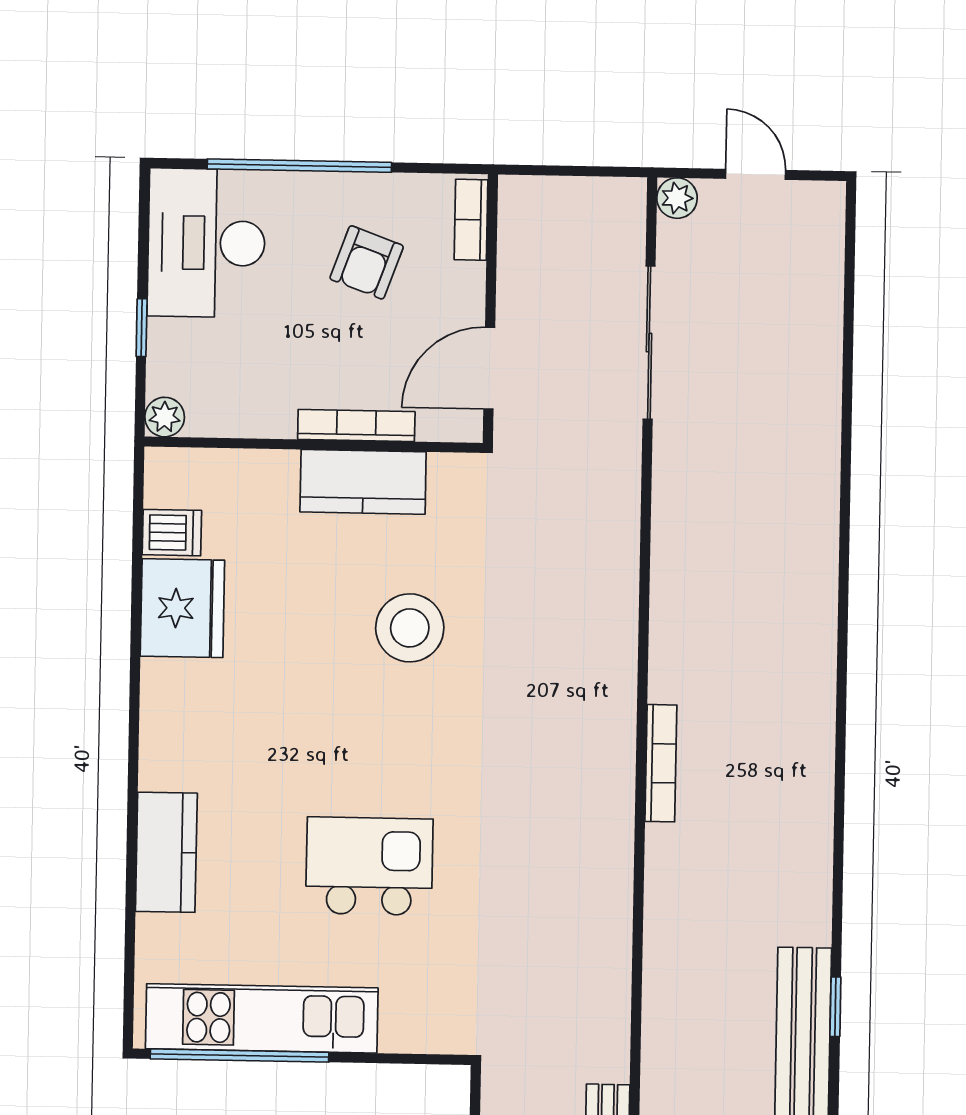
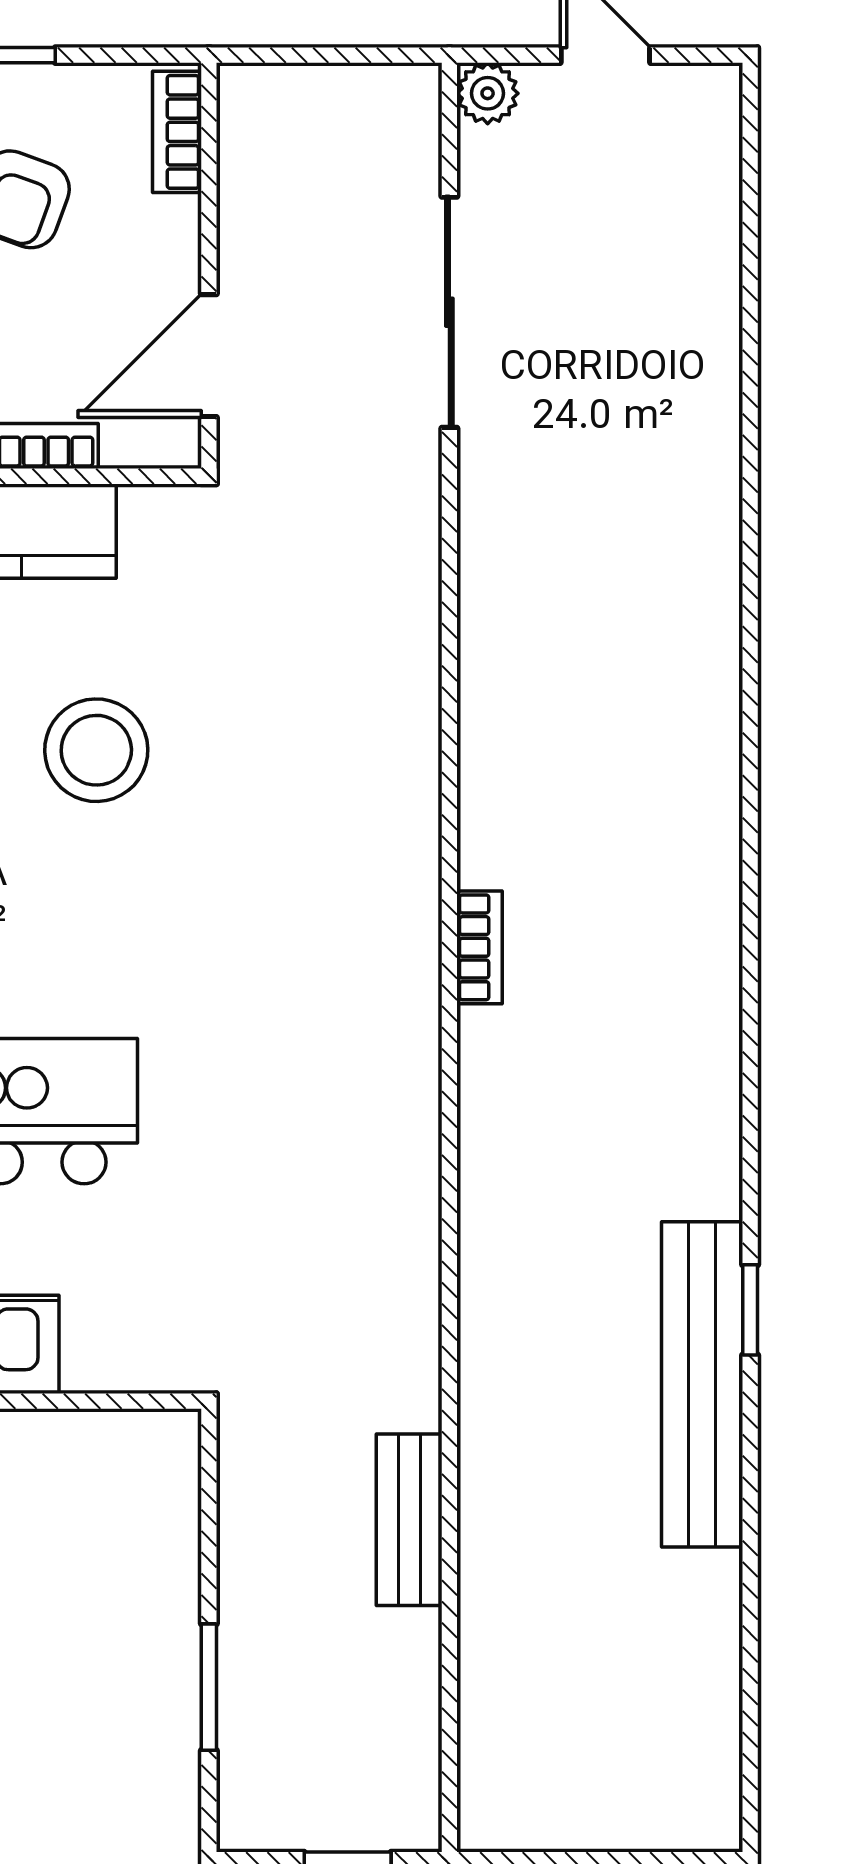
bookcase: (661, 763) -> (480, 947), width x0.64

